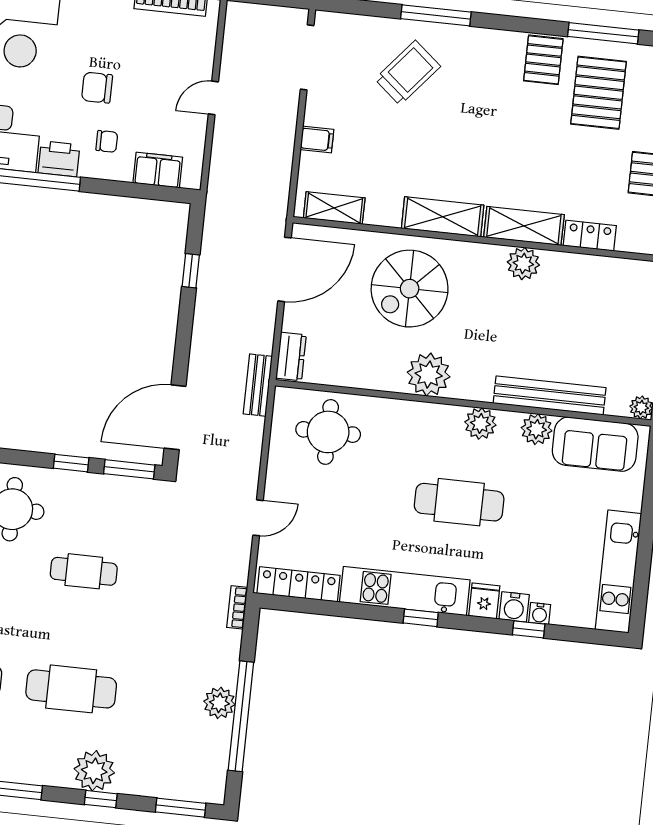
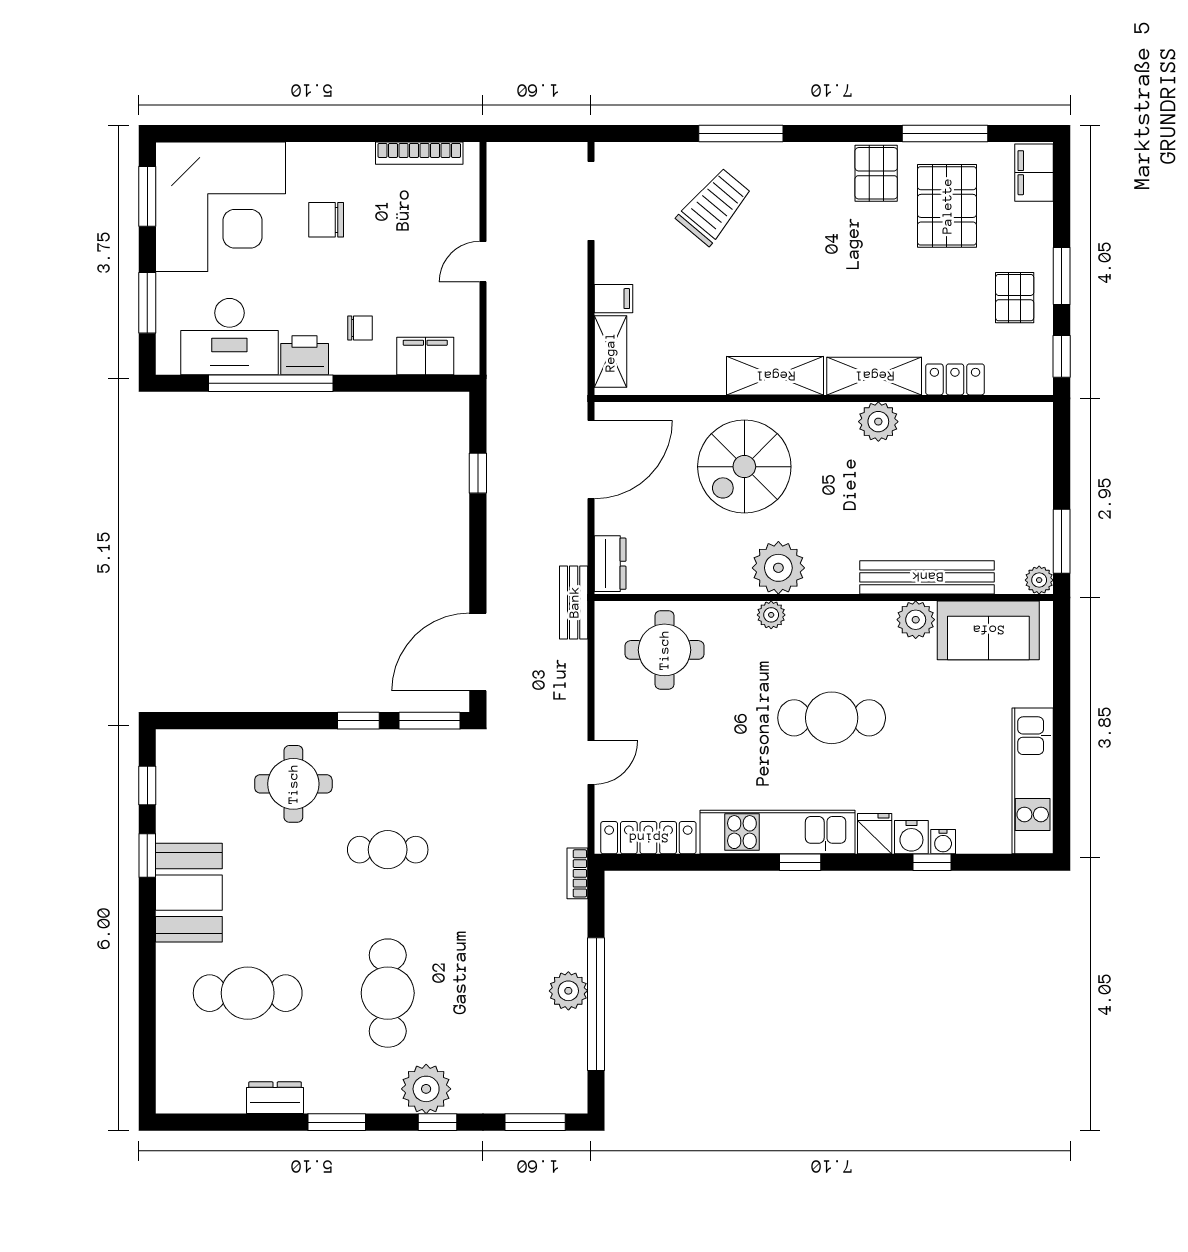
chair: (97, 88) -> (326, 220), moved
shelving: (334, 208) -> (610, 352), moved, turned 90
plant: (480, 423) -> (771, 615), moved, width x0.73, depth x0.73
cafe table: (71, 689) -> (388, 993), turned 90

